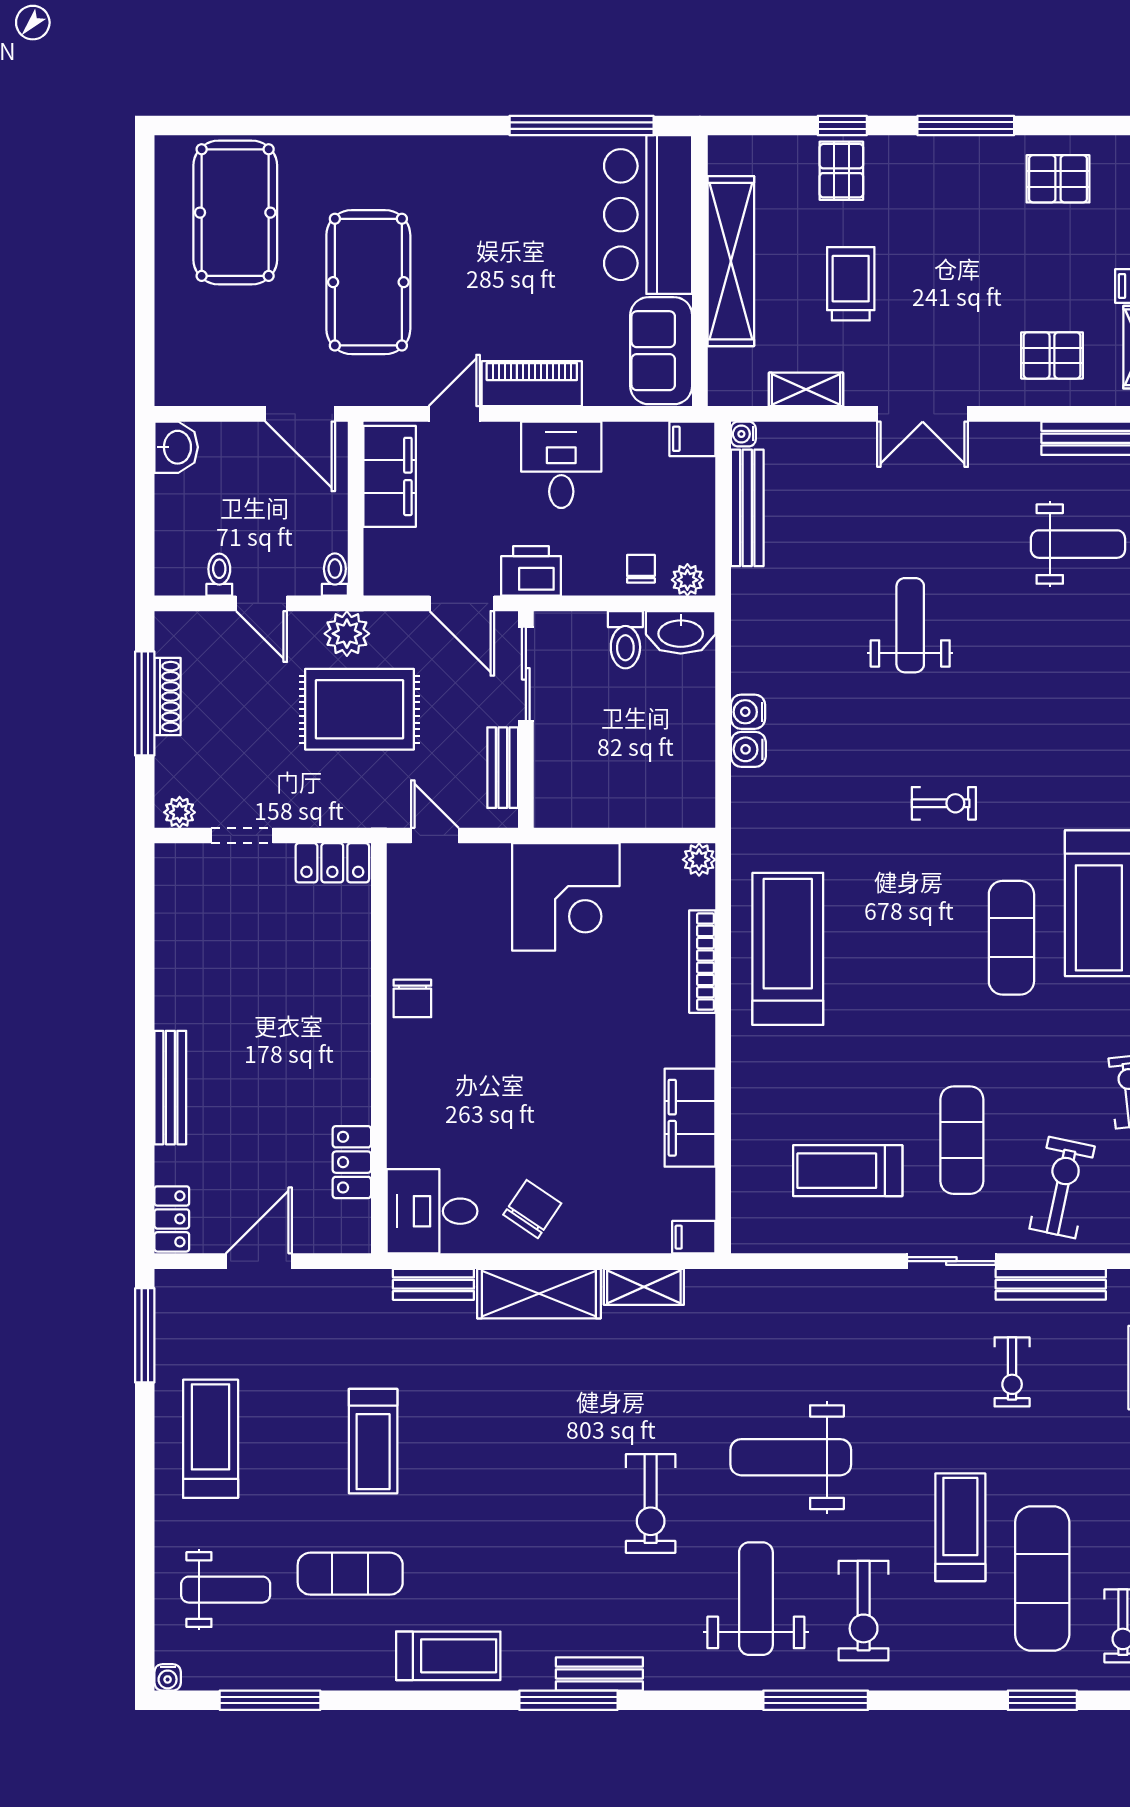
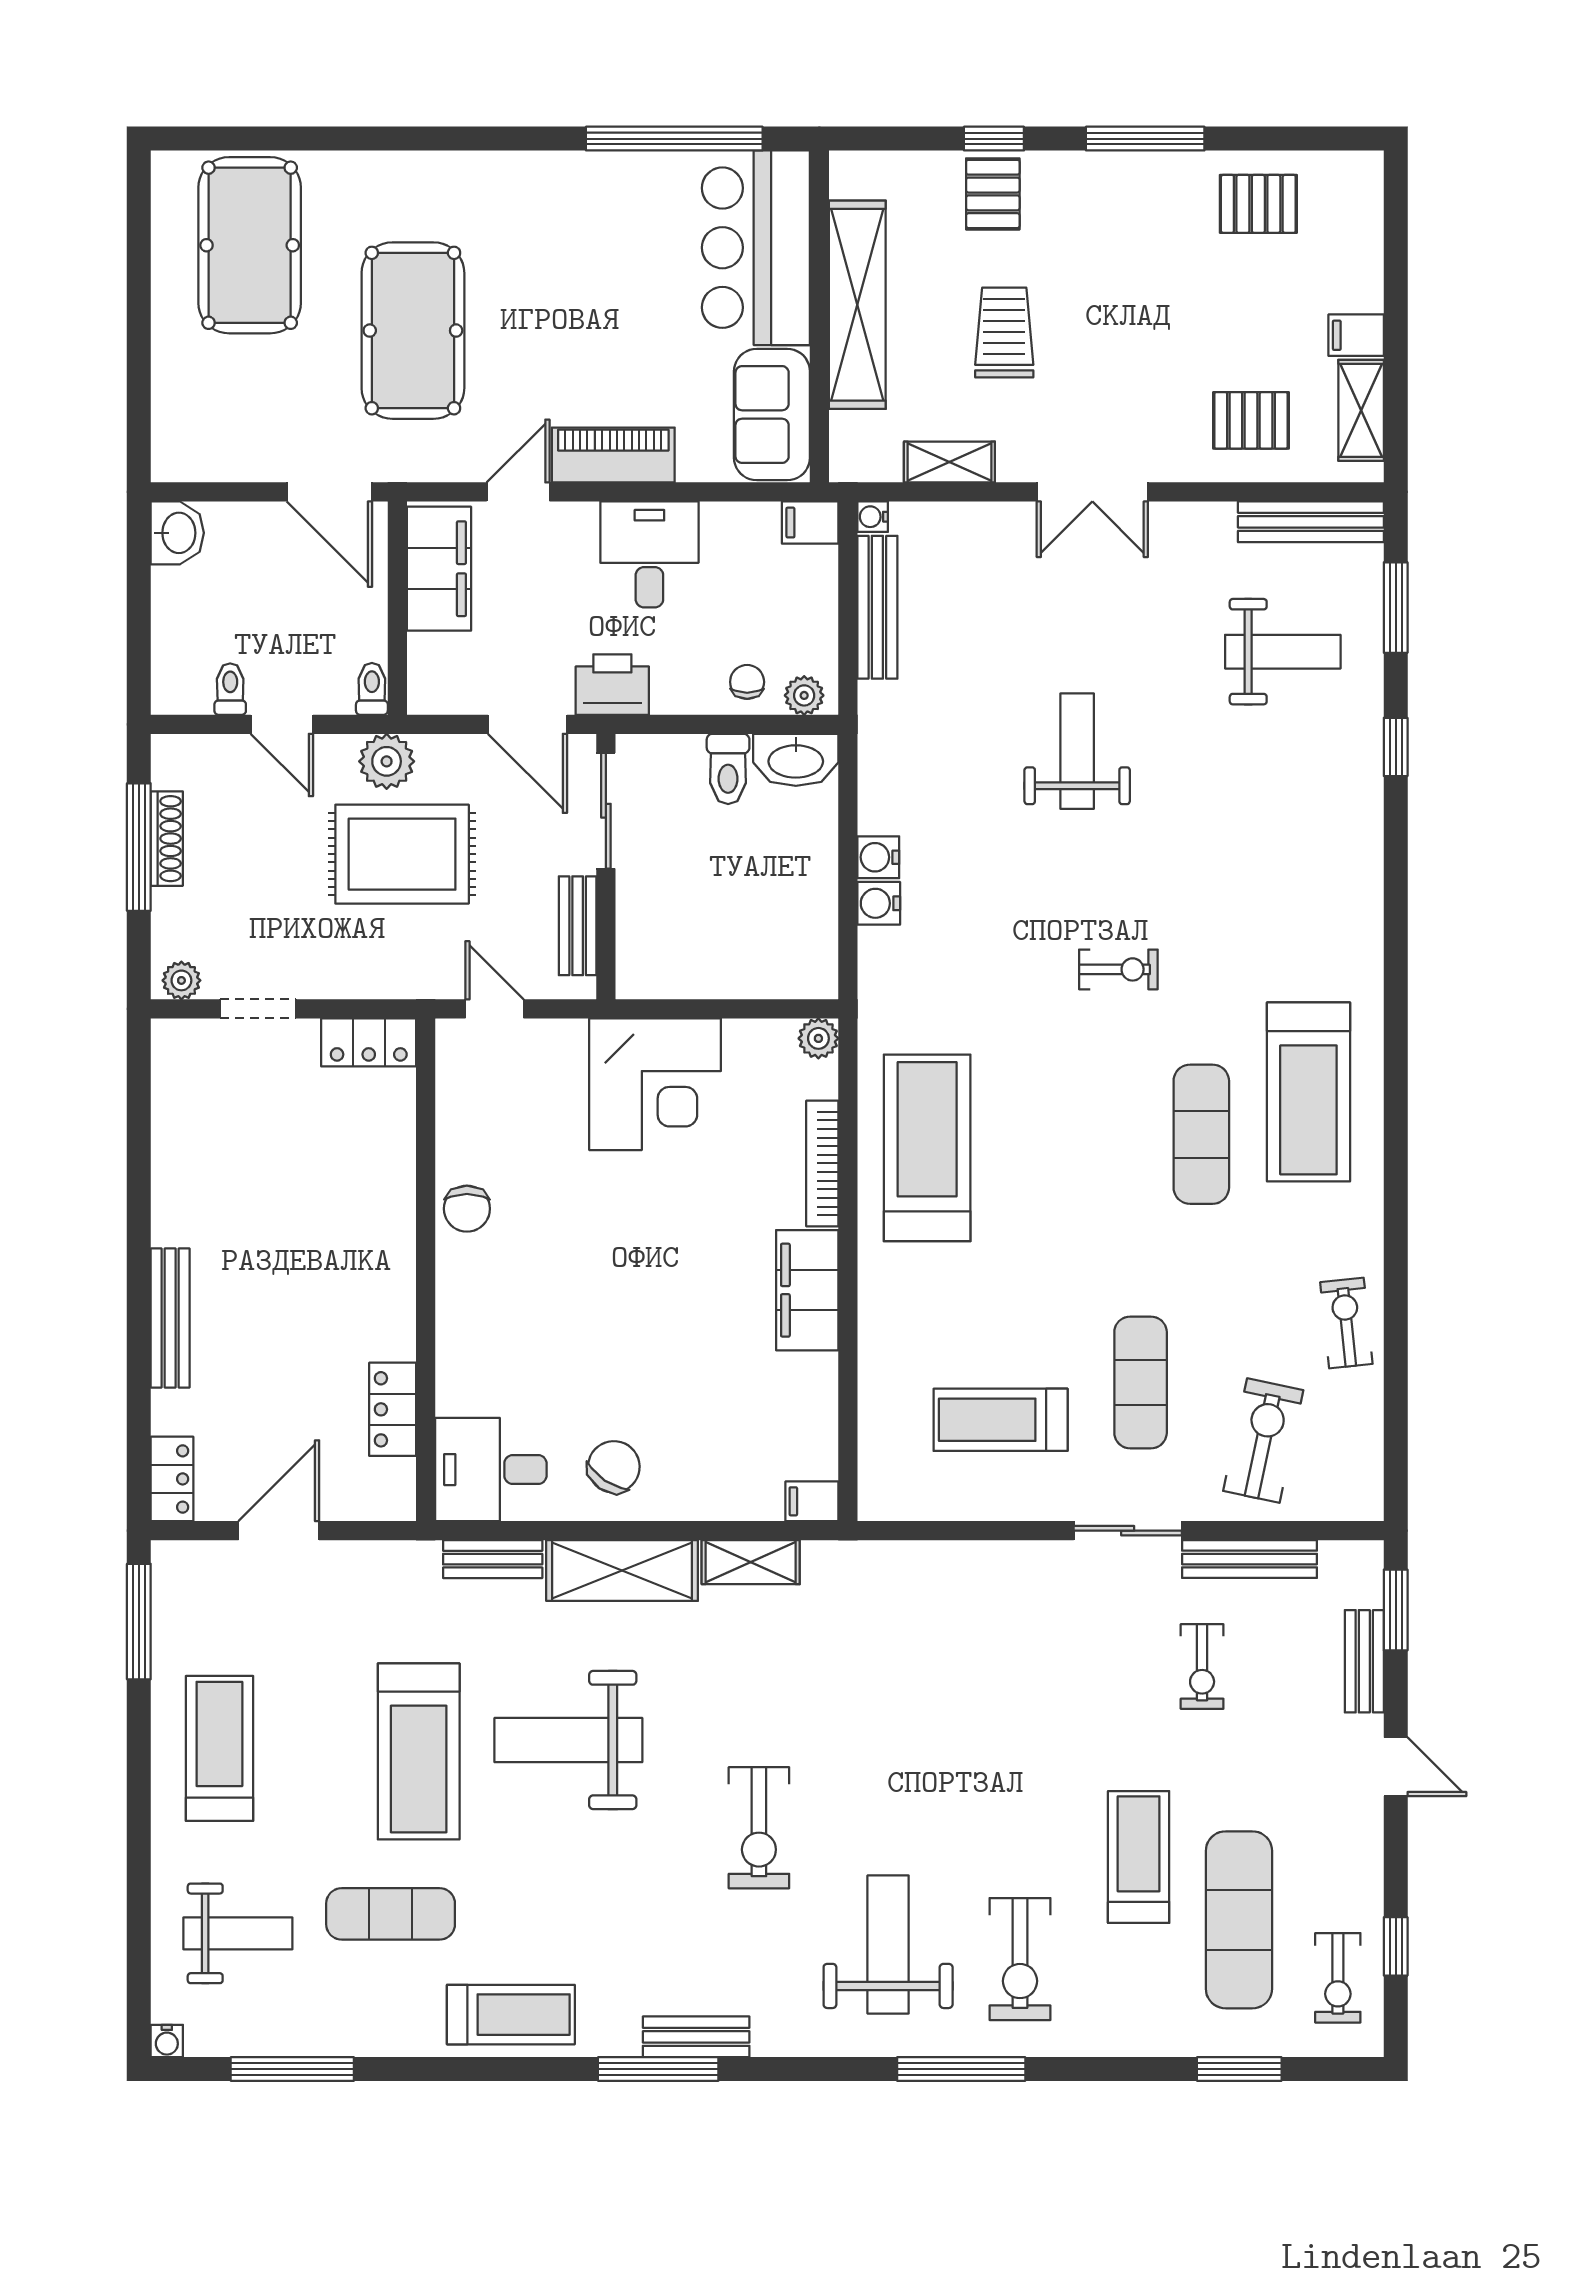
filing cabinet: (690, 1118) -> (807, 1290), moved
treadmill: (373, 1441) -> (419, 1751), width x1.37, depth x1.38
weight bench: (791, 1457) -> (568, 1740), moved

